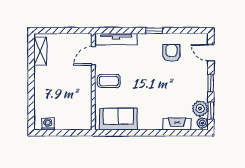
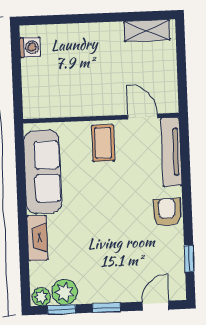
window: (154, 31) -> (189, 258), moved
armchair: (172, 53) -> (167, 212), moved, turned -90
sofa: (118, 119) -> (43, 172), width x1.36
fireplace: (177, 124) -> (37, 238), moved

